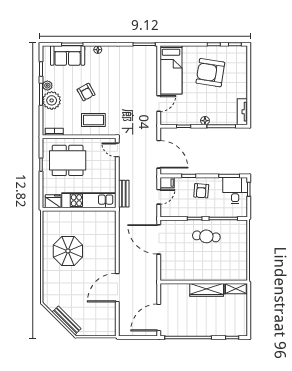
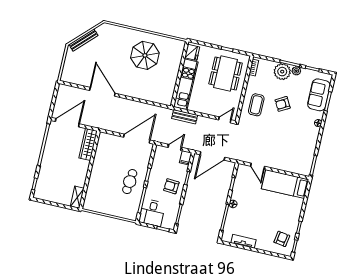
armchair: (210, 73) -> (282, 239), moved, width x0.53, depth x0.53
tv unit: (242, 112) -> (243, 241), moved
desk: (235, 191) -> (152, 213), moved, turned 90
door: (159, 197) -> (175, 147), swing flipped
wardrobe: (207, 290) -> (88, 144), moved
door: (159, 317) -> (67, 123), hinge flipped

